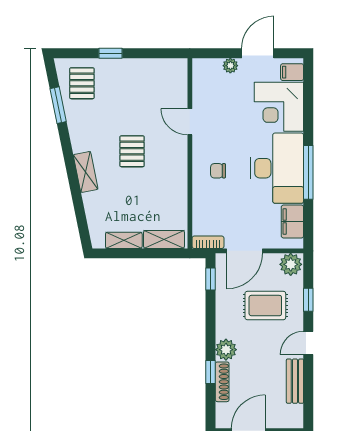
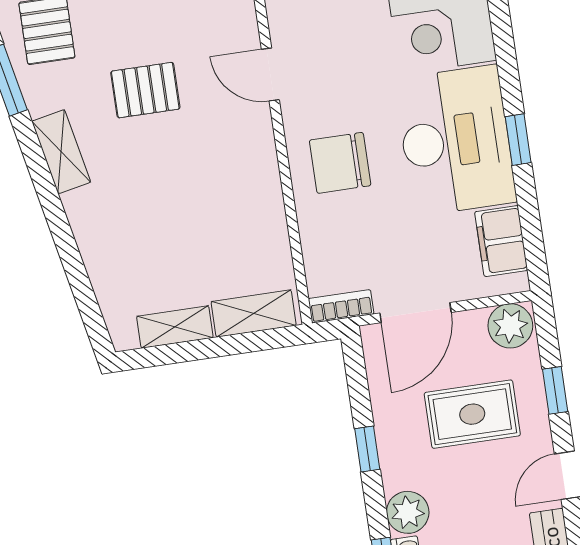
pallet: (132, 151) -> (145, 90), moved, turned 90
chair: (218, 171) -> (340, 163), width x1.87, depth x1.87
shelving: (86, 172) -> (61, 152), moved
window: (308, 172) -> (518, 140), width x0.46
window: (211, 279) -> (367, 449), moved

